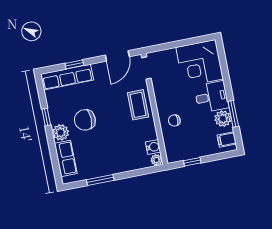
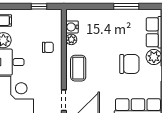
plant: (156, 160) -> (71, 39), moved

